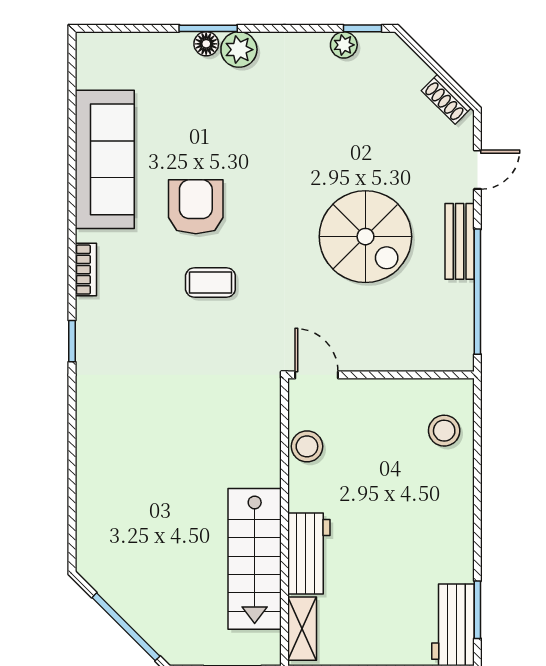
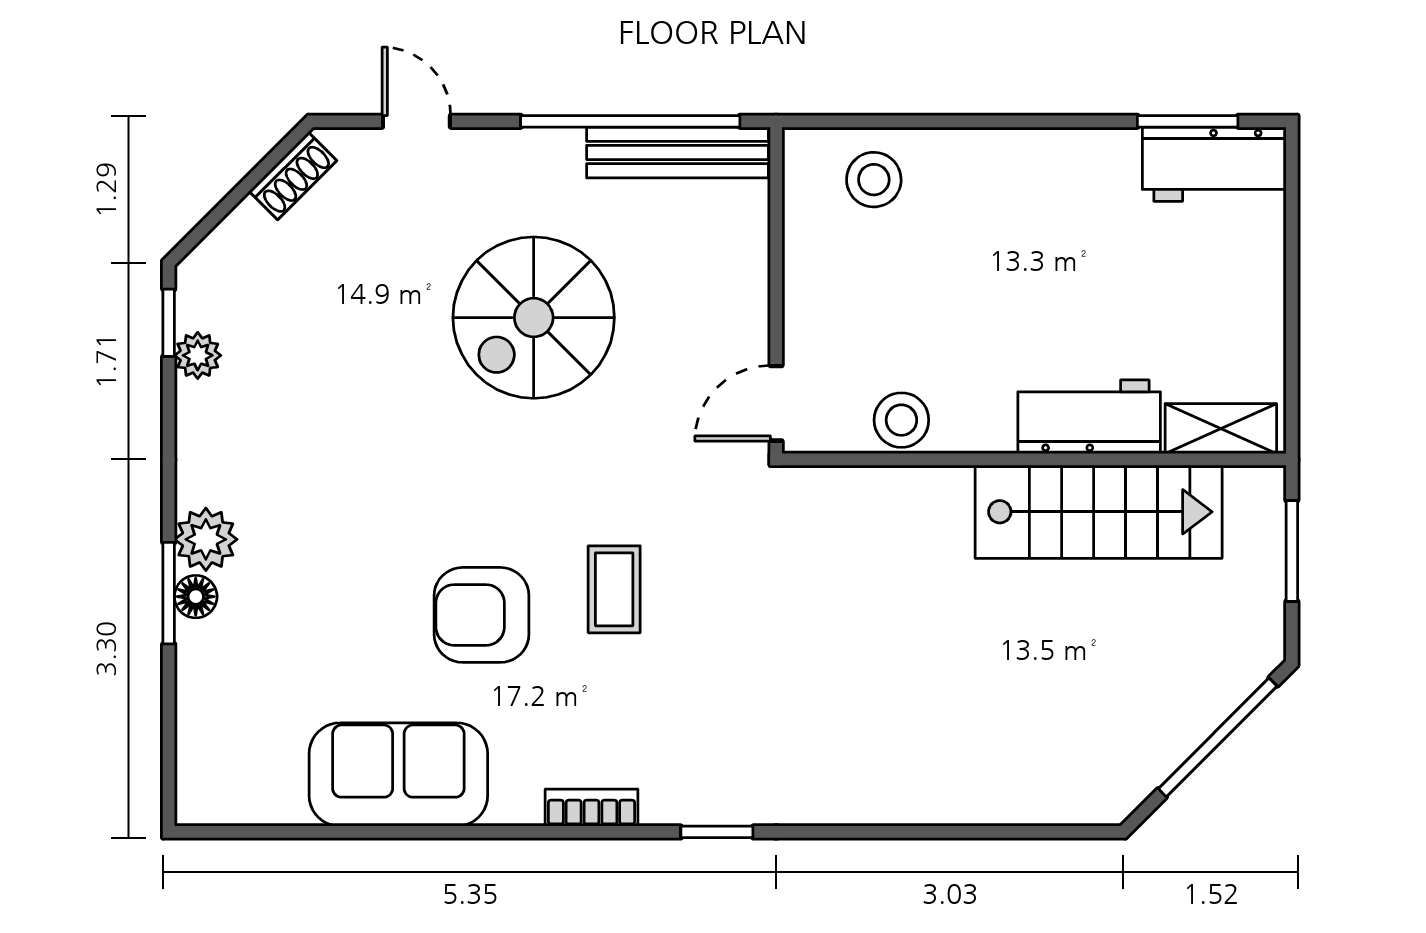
sofa: (105, 159) -> (398, 775), width x0.73
spiral stairs: (365, 237) -> (534, 318), turned 180
bench: (460, 241) -> (677, 152), moved, width x1.36

